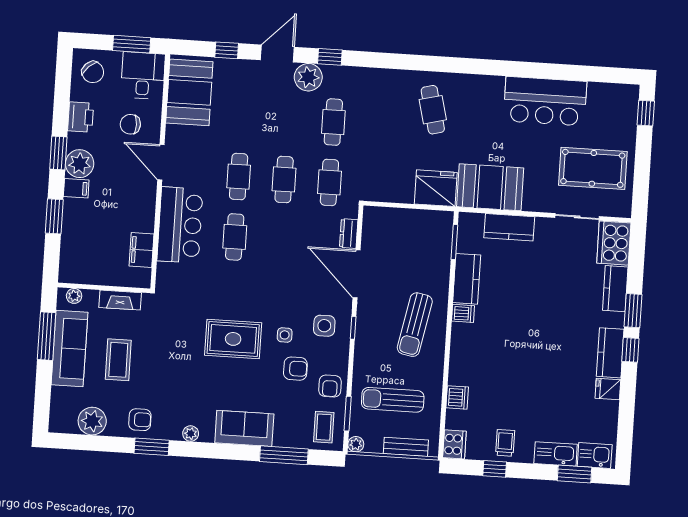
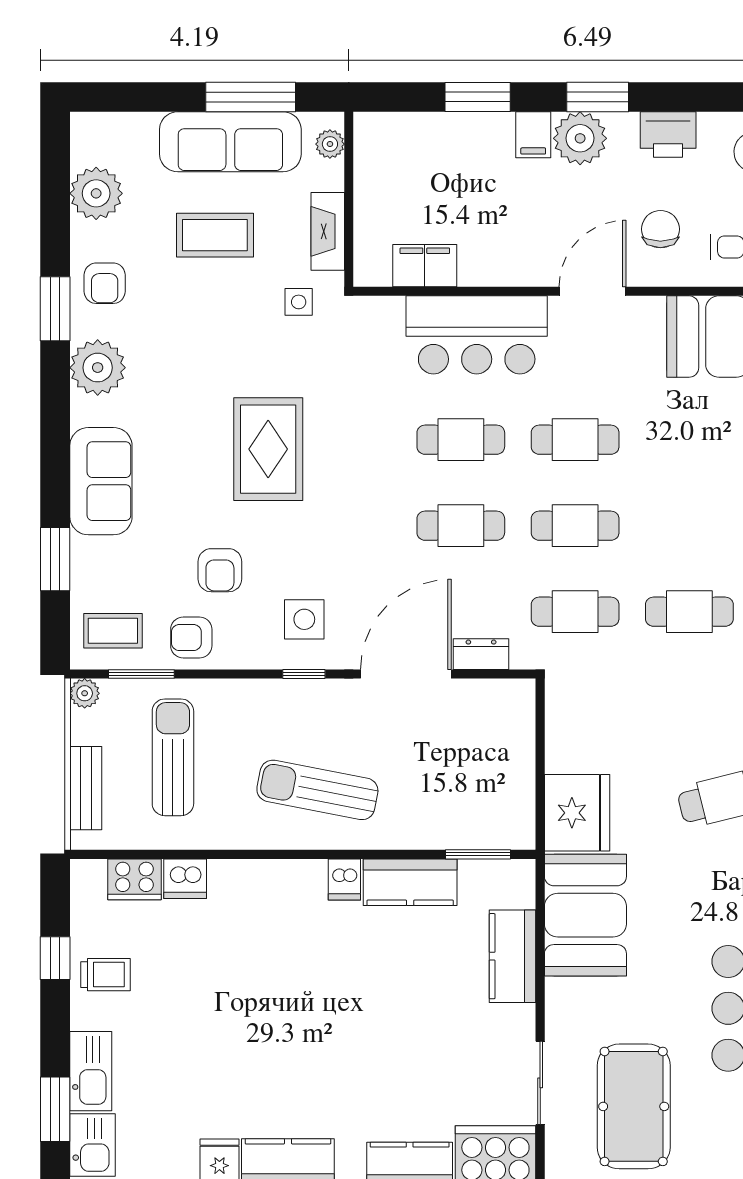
cafe table: (280, 240) -> (461, 526), added
side table: (285, 335) -> (299, 302), moved
plant: (191, 434) -> (98, 368), width x1.88, depth x1.88
cooker: (454, 444) -> (134, 879), moved
window: (284, 455) -> (55, 559), width x0.69

